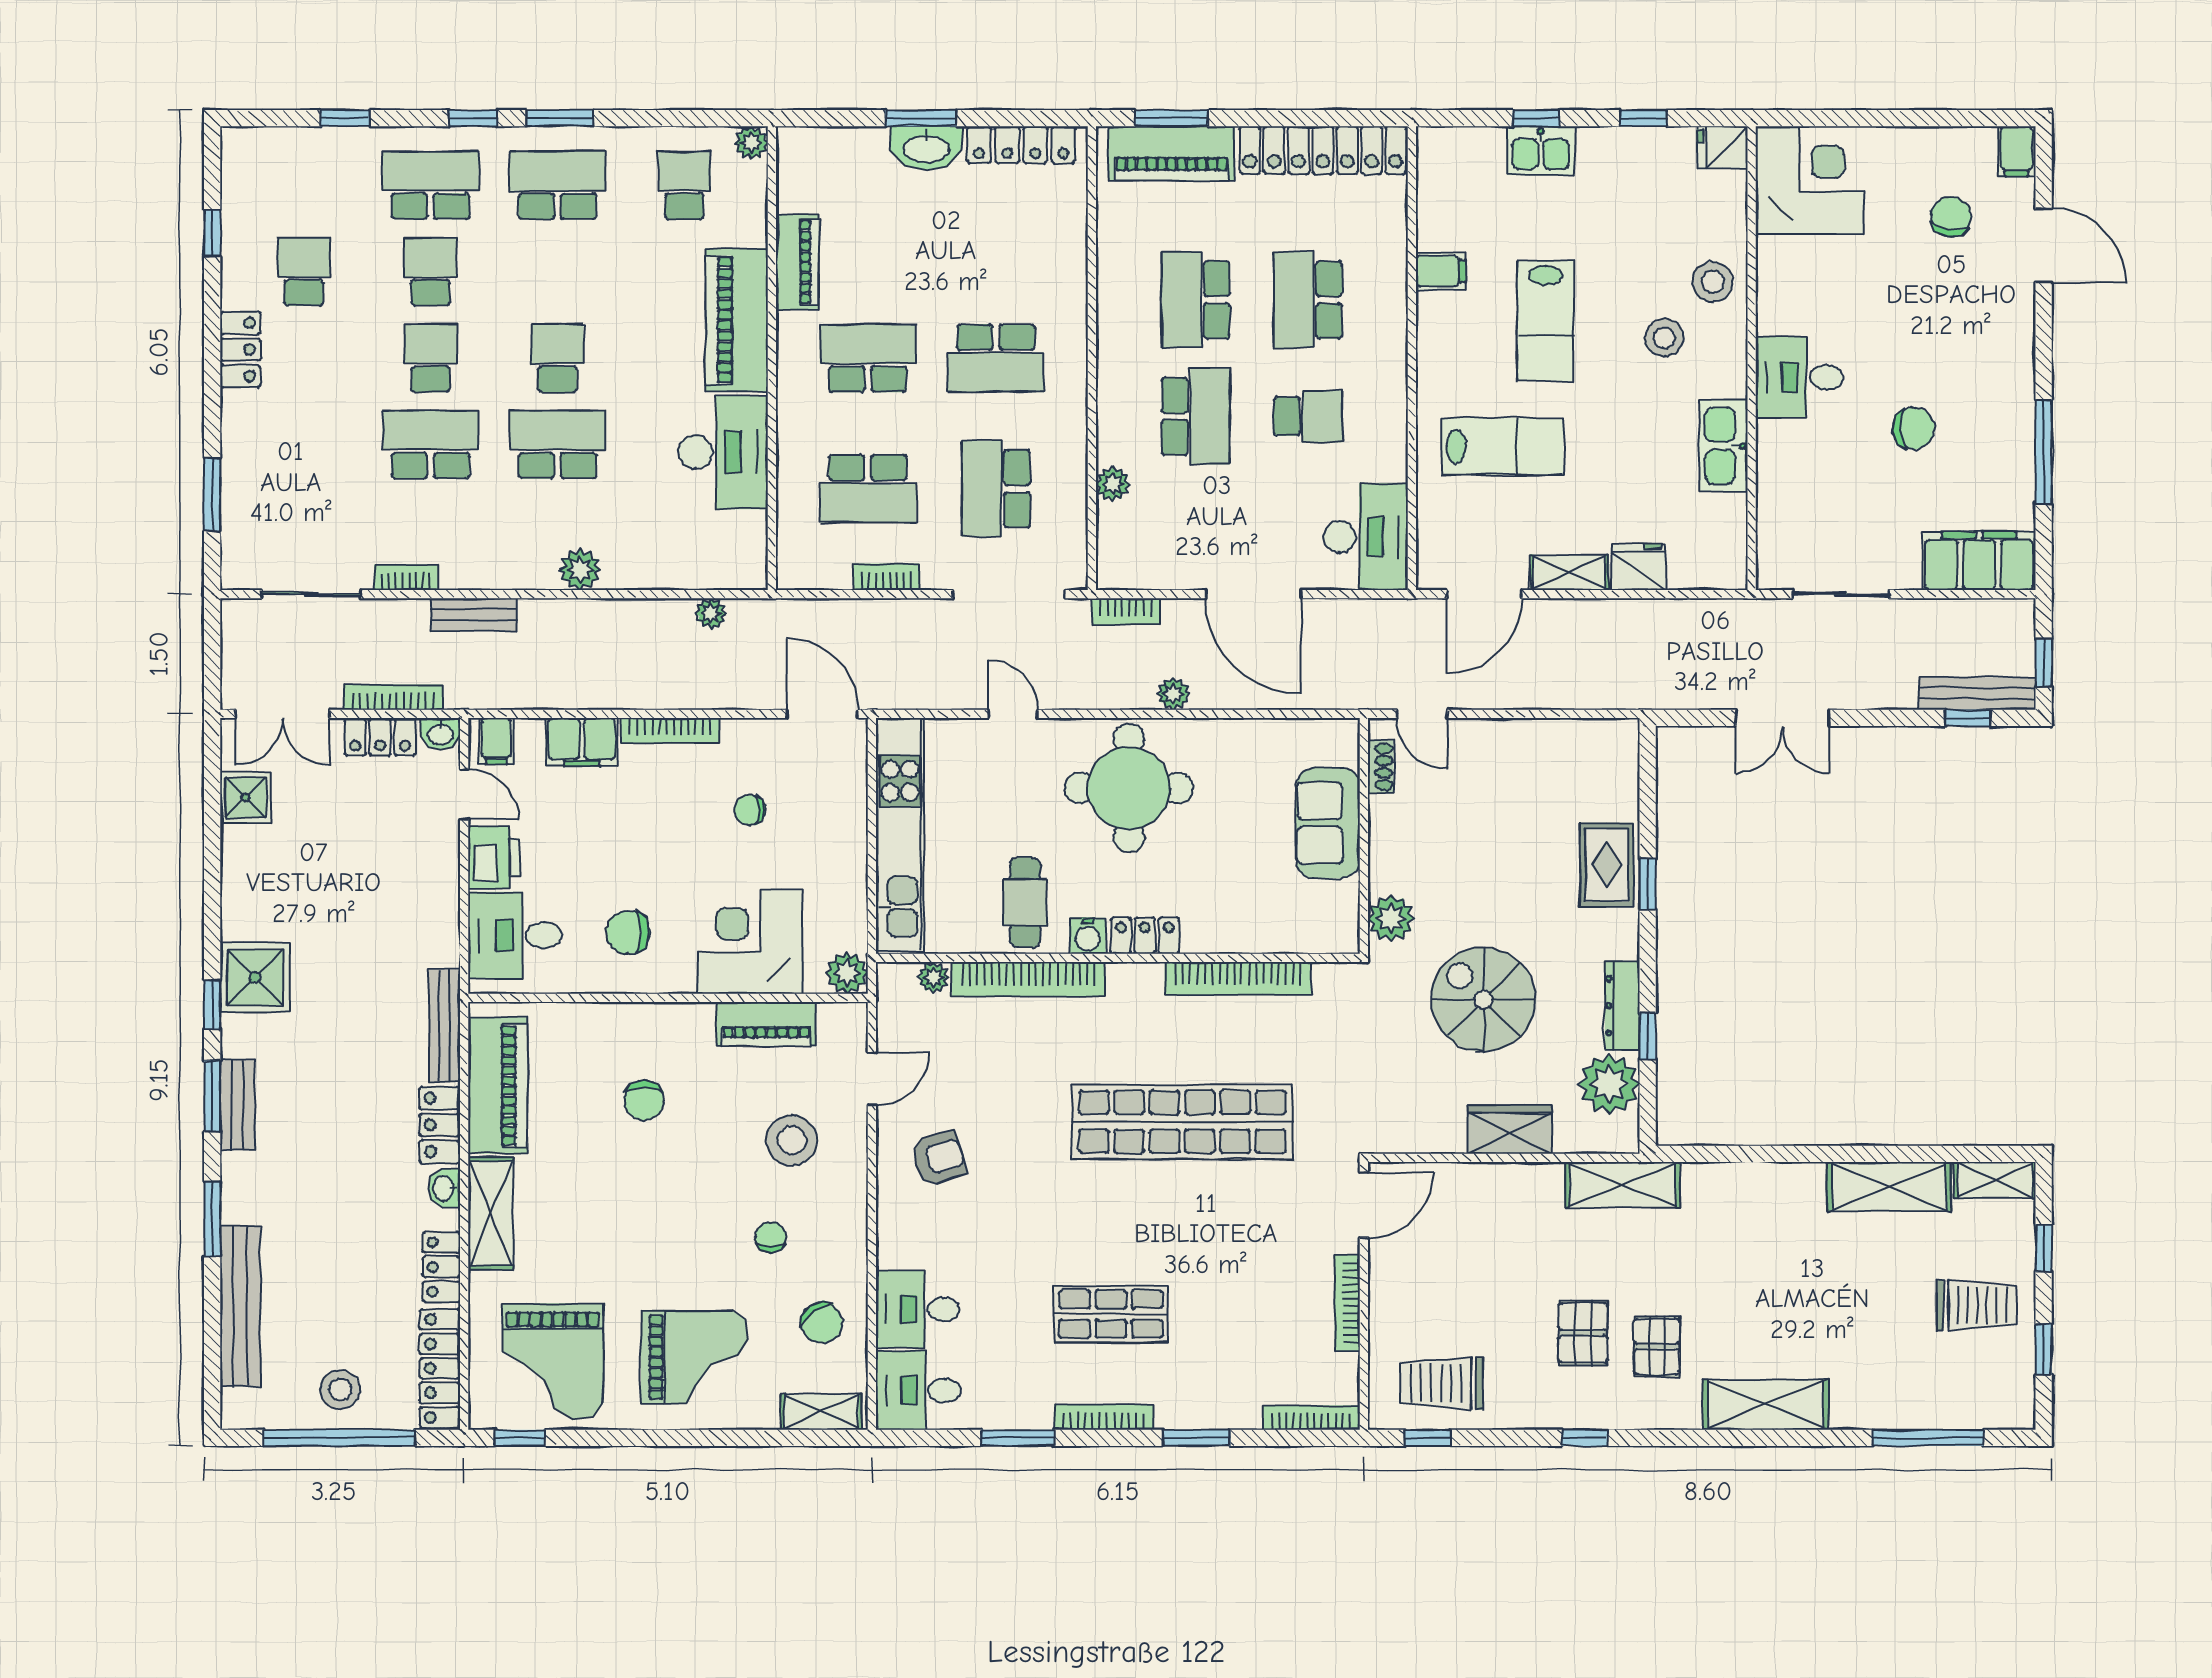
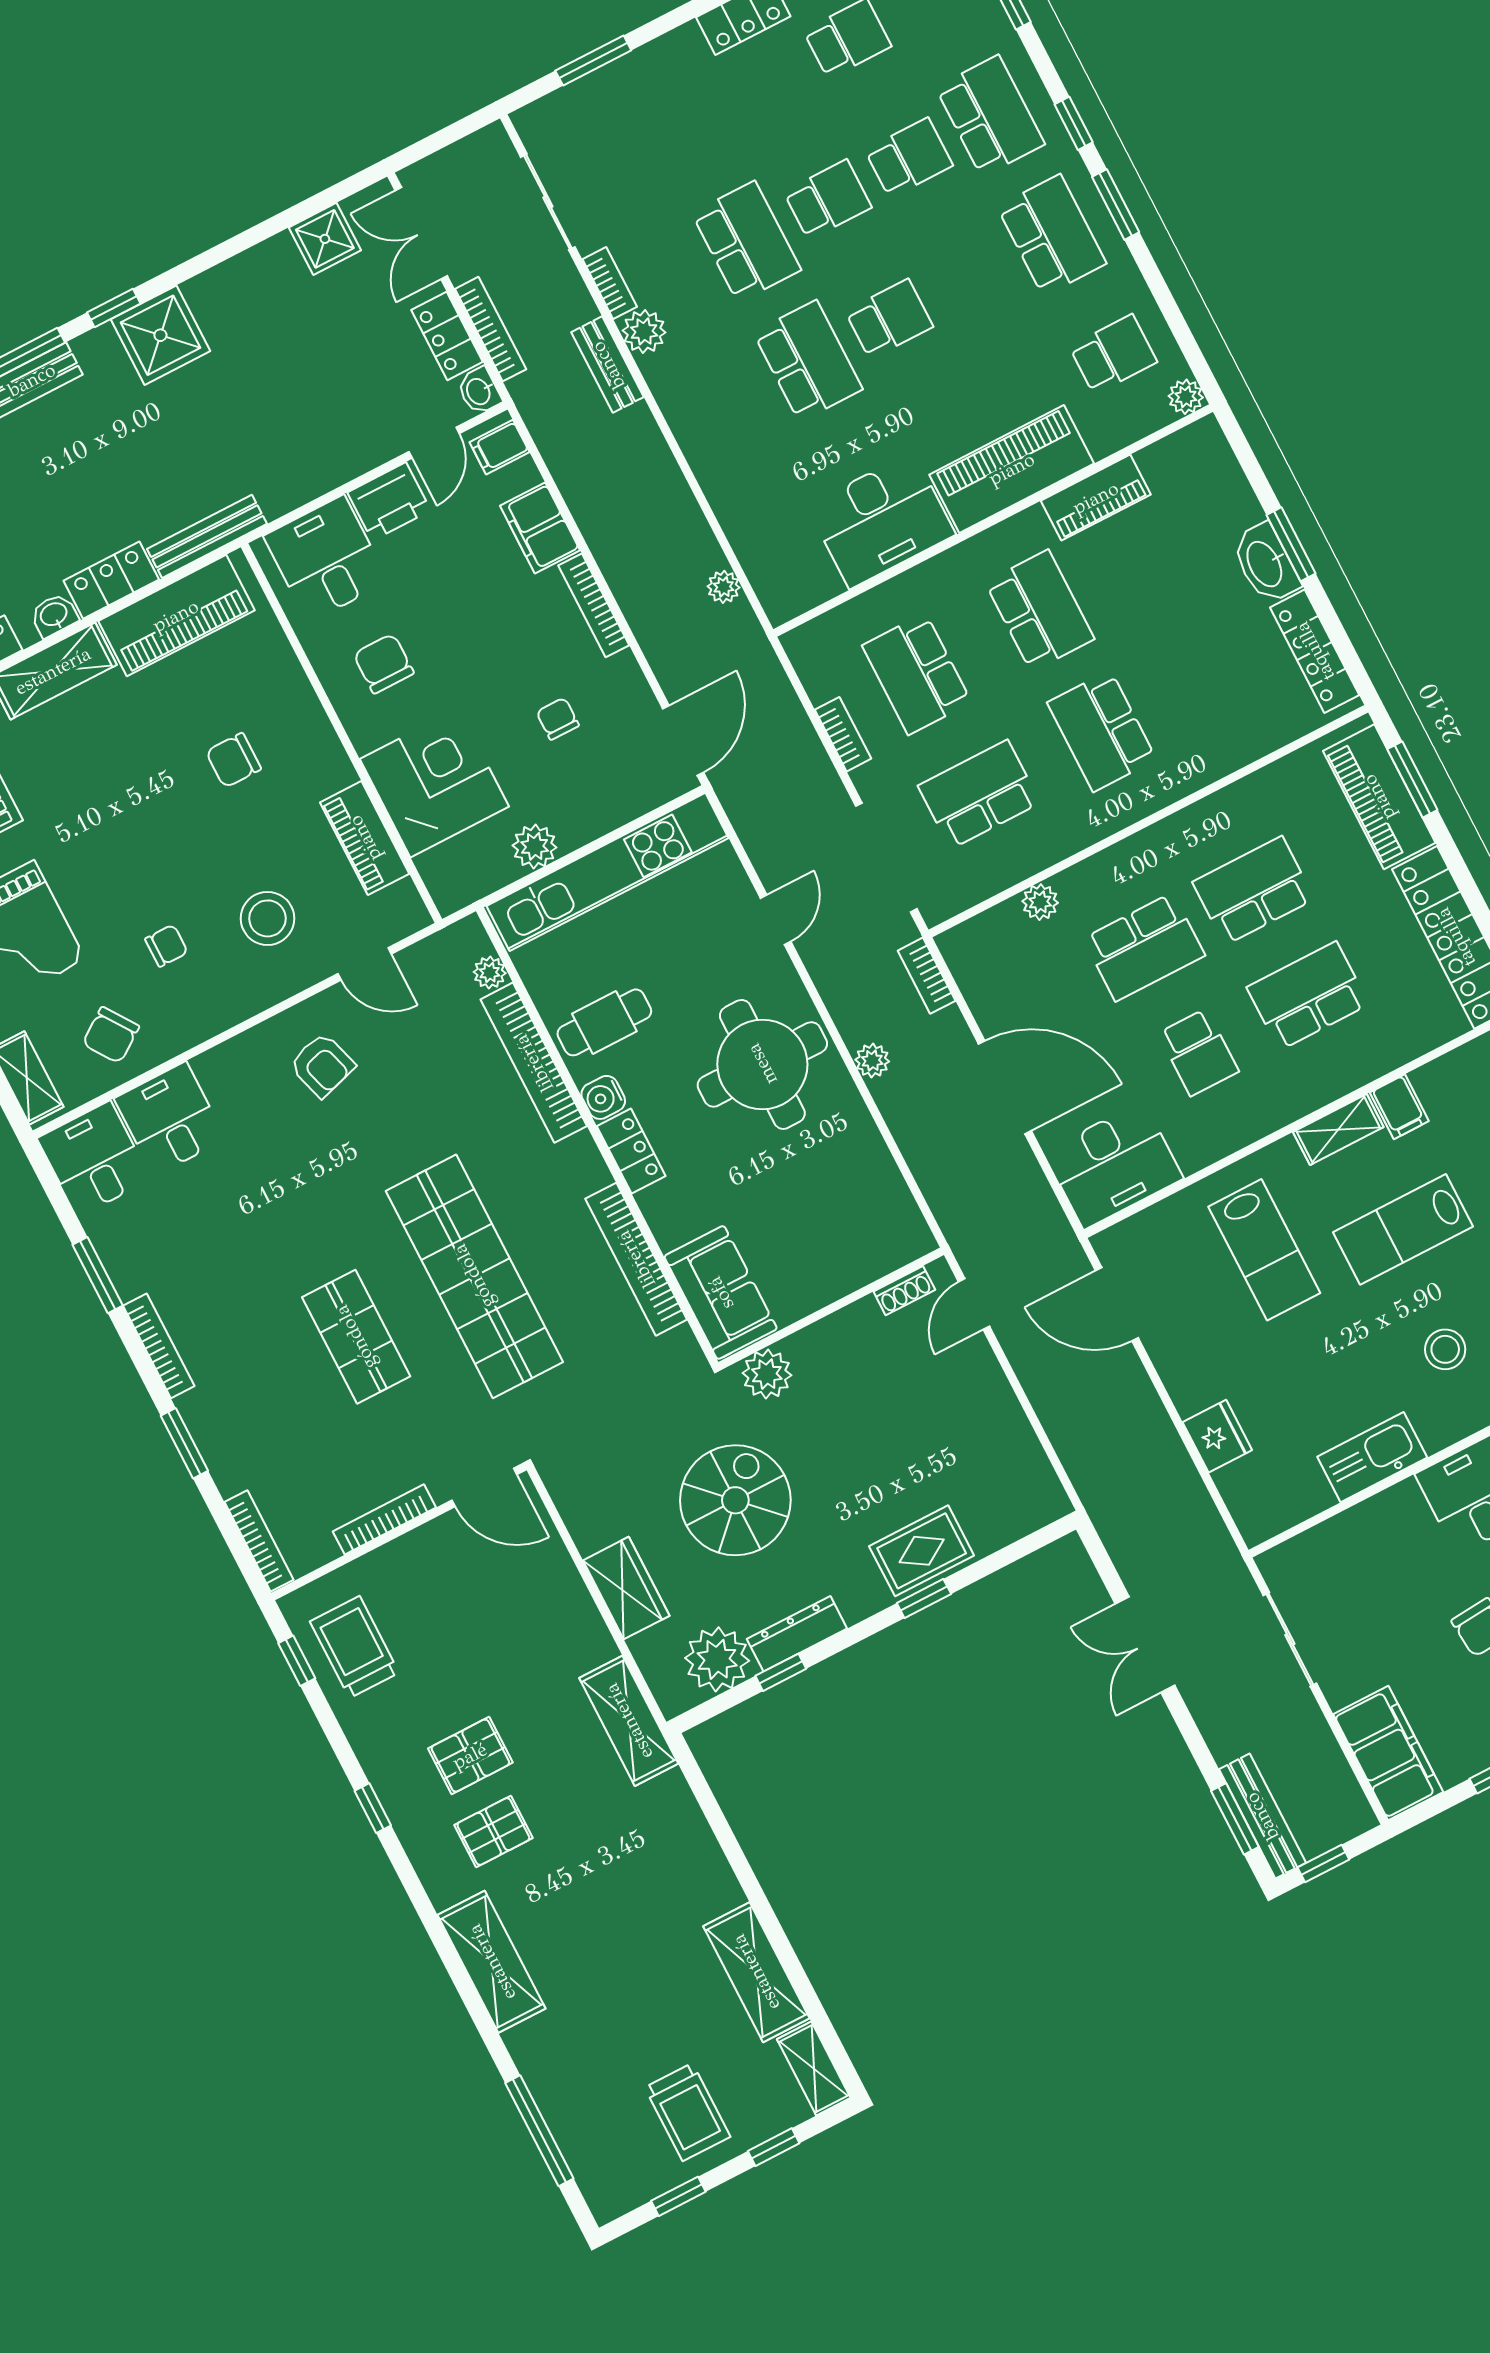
plant: (580, 569) -> (644, 331), moved
shelving: (1569, 572) -> (1338, 1130), moved, turned 90
door: (1253, 594) -> (1005, 1087), swing flipped
window: (1968, 718) -> (1235, 1819), width x1.50
sofa: (1328, 823) -> (721, 1293), moved, turned 90
plant: (847, 973) -> (535, 846), moved
shop shelf: (1111, 1314) -> (356, 1337), moved

